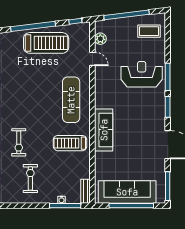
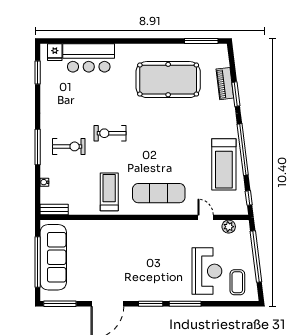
door: (92, 59) -> (206, 217), swing flipped
reception desk: (142, 74) -> (207, 271), moved
sofa: (104, 130) -> (124, 230), removed
window: (65, 206) -> (38, 147), moved

